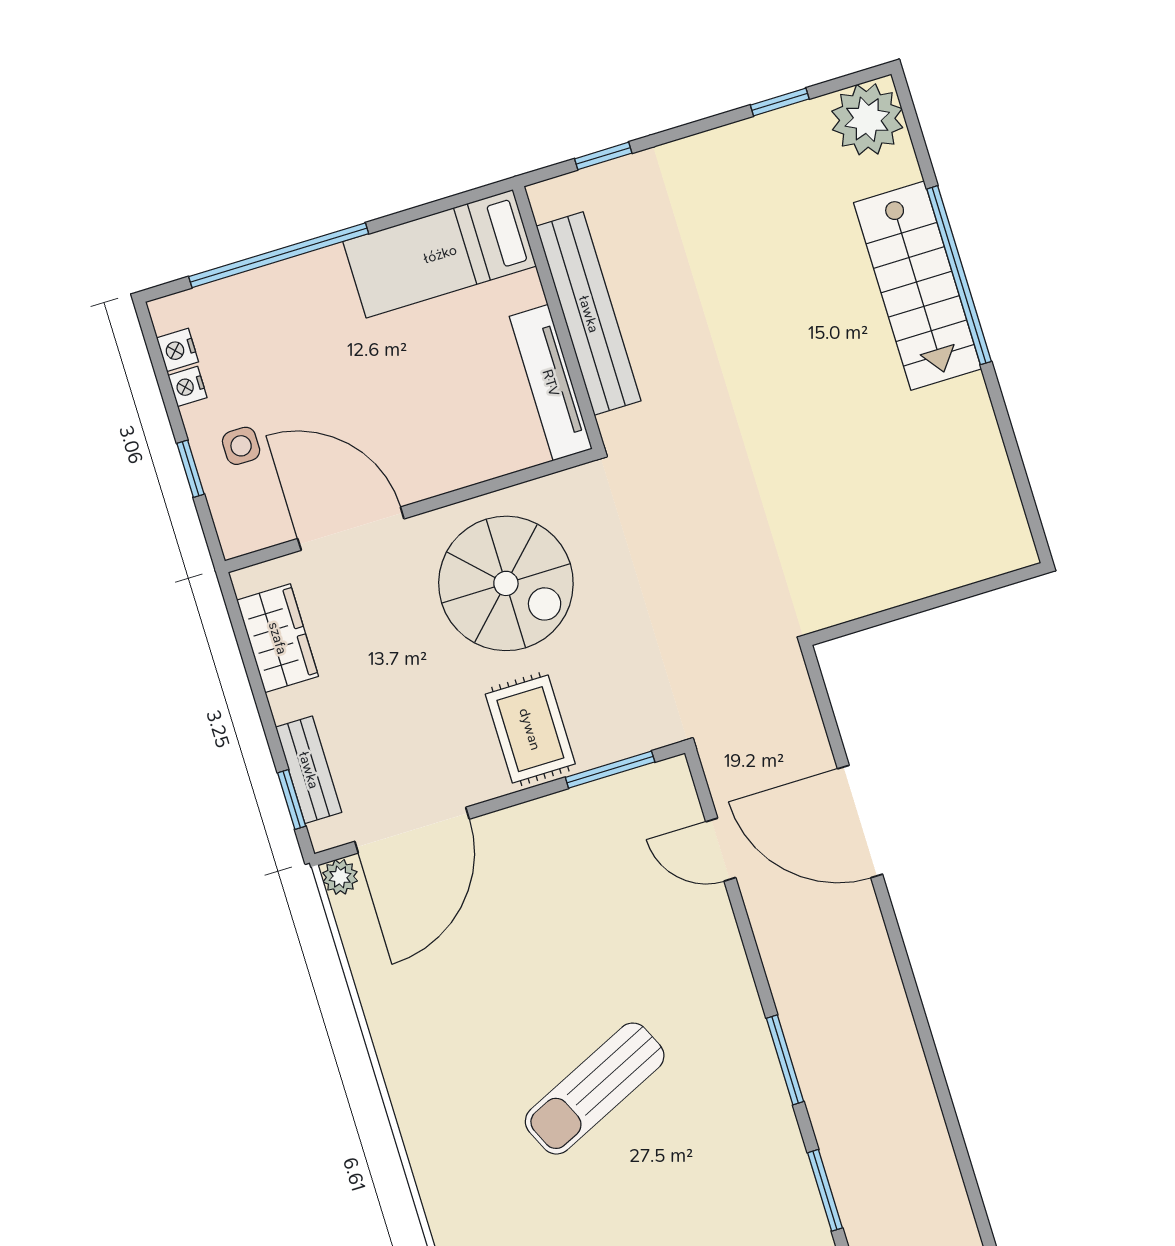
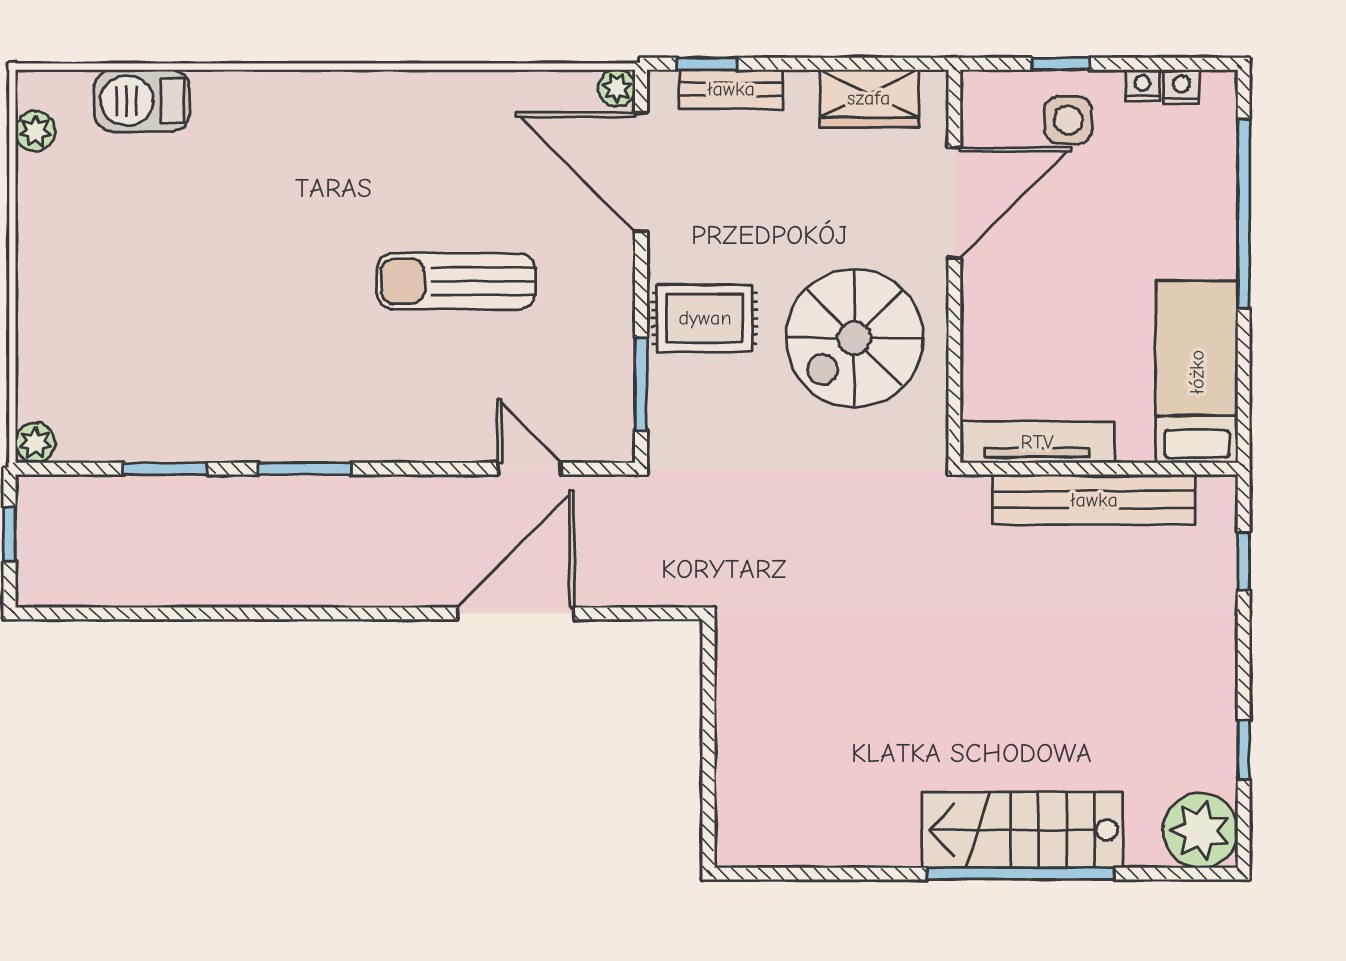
side table: (241, 446) -> (1068, 120), width x1.37, depth x1.37
door: (721, 850) -> (530, 469), hinge flipped
sun lounger: (595, 1089) -> (456, 281), moved, turned -65

